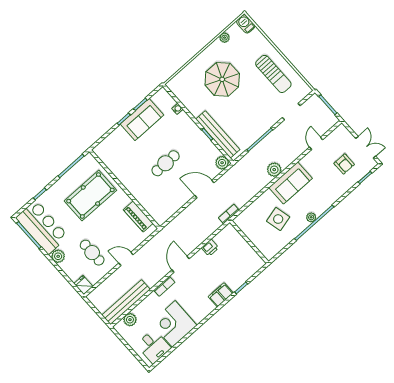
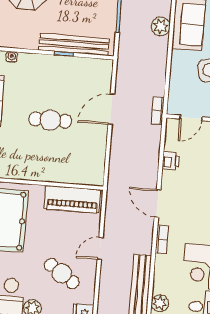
cafe table: (166, 163) -> (50, 120), turned 90
plant: (222, 163) -> (104, 68), removed
piano: (138, 216) -> (73, 199), width x1.37, depth x1.33
door: (243, 235) -> (191, 118), added
cafe table: (92, 253) -> (62, 273), turned 34

